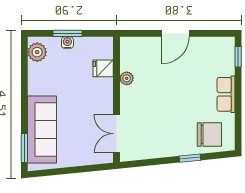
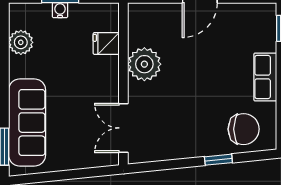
plant: (37, 52) -> (21, 42), moved
plant: (127, 78) -> (144, 64), width x1.88, depth x1.88

